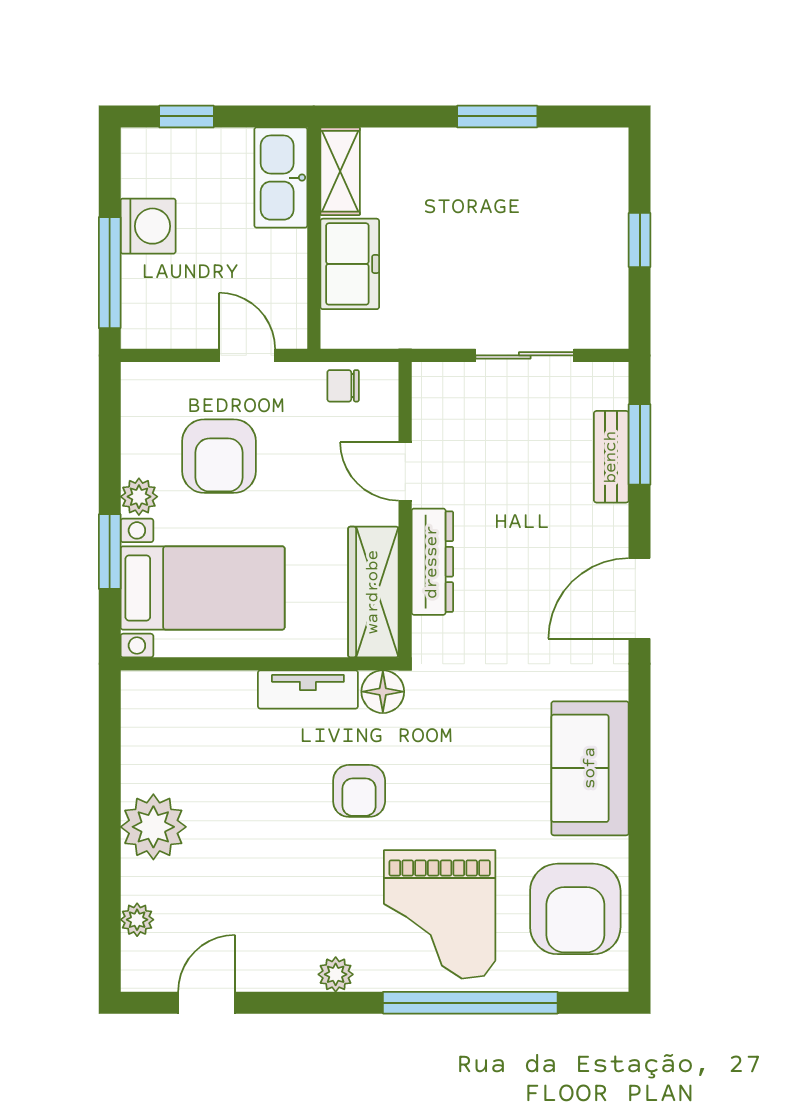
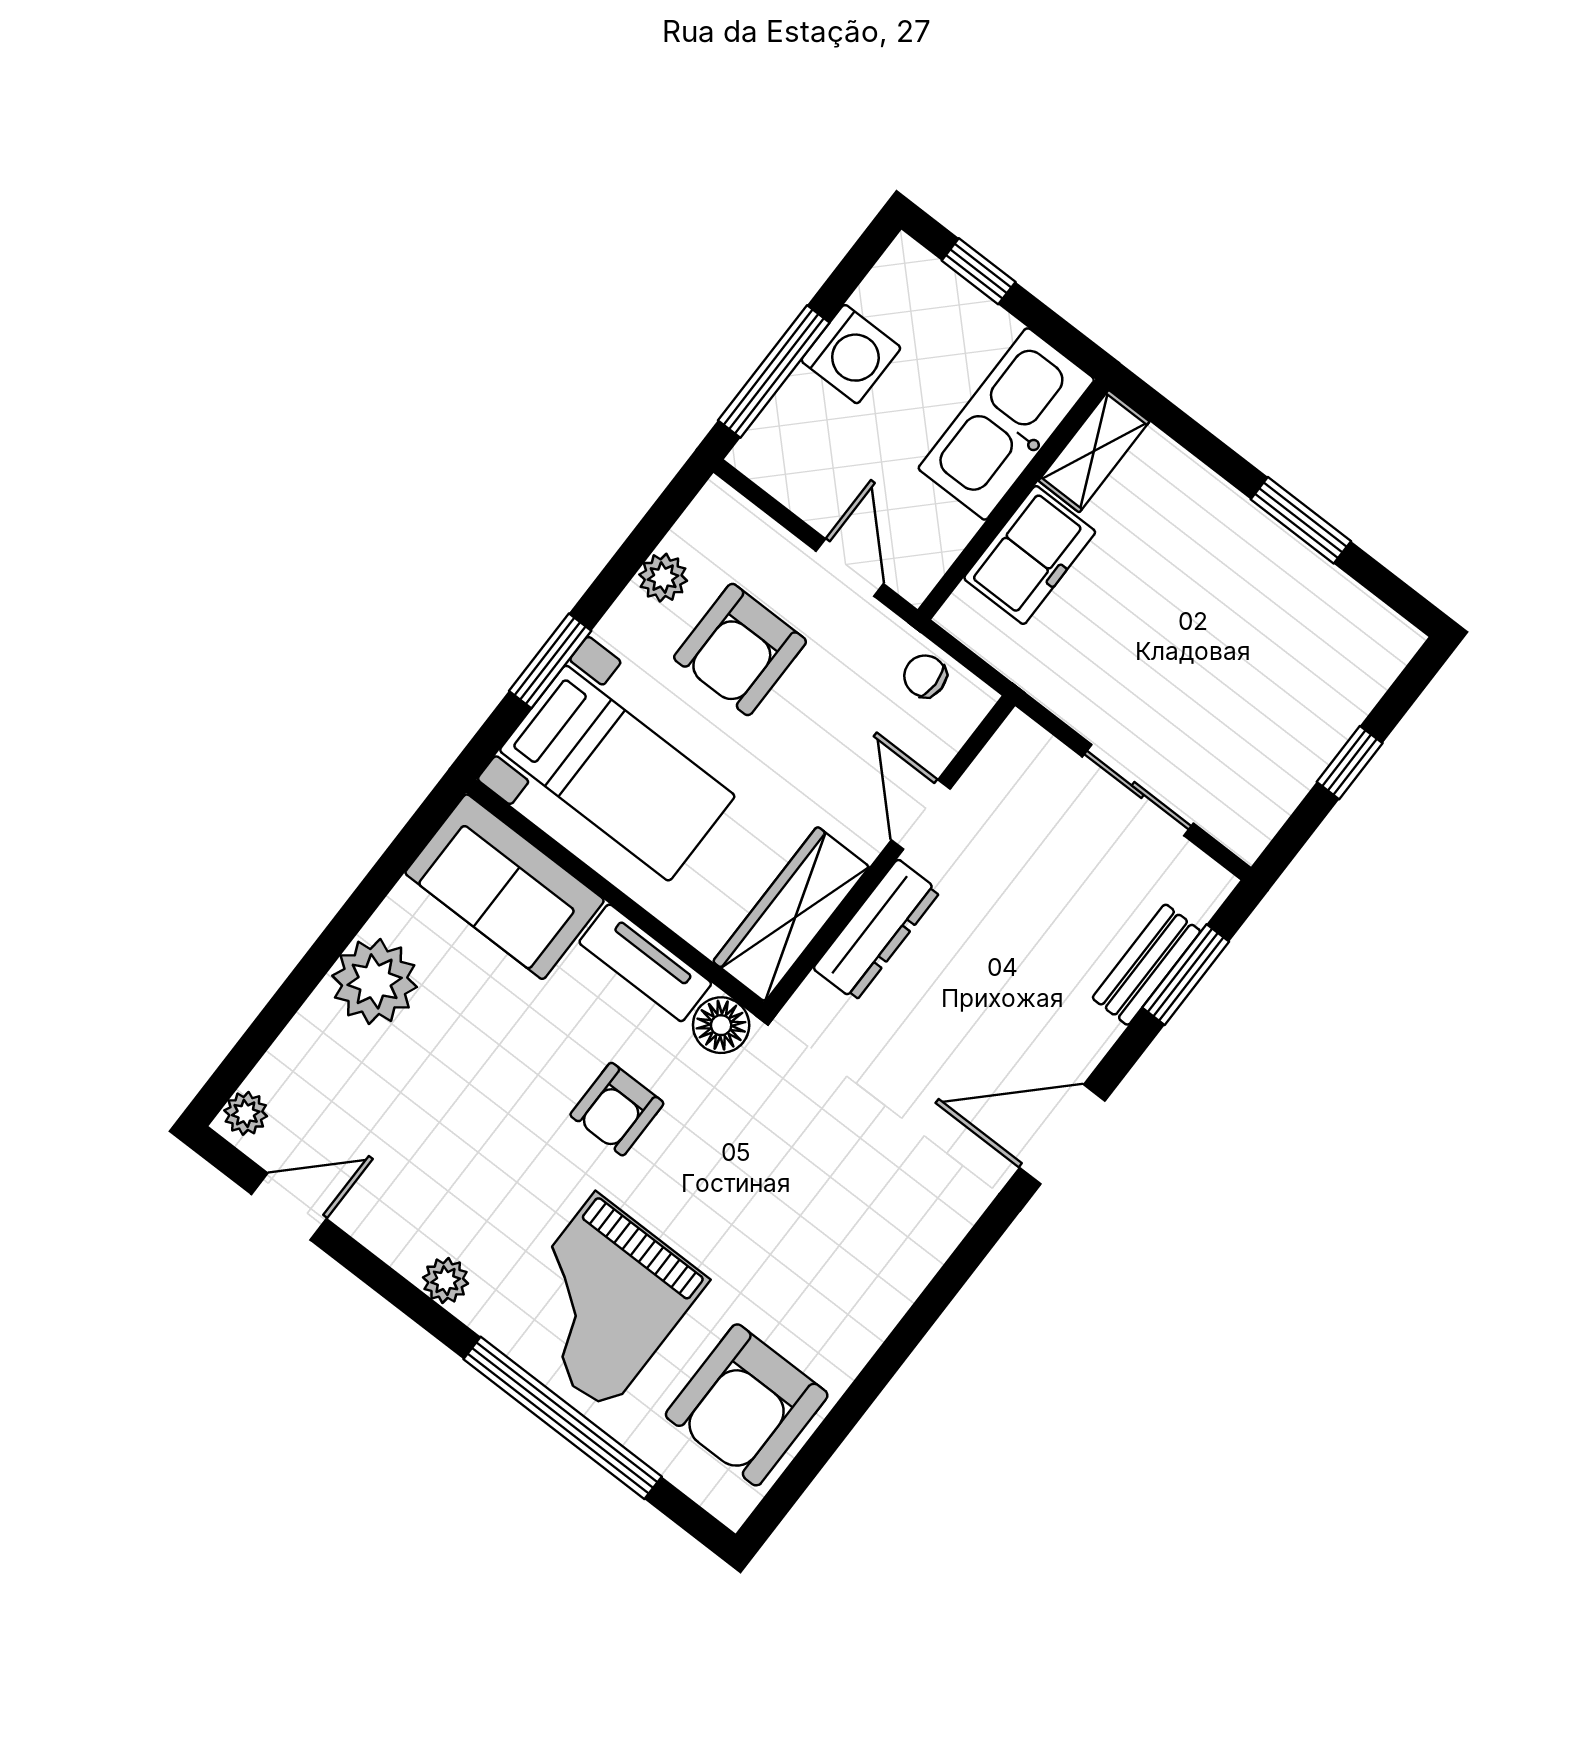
kitchen sink: (281, 178) -> (1006, 424), width x1.36, depth x1.24
plant: (139, 497) -> (663, 578), moved
sofa: (590, 768) -> (505, 887), moved, turned -90
plant: (137, 920) -> (246, 1113), moved

